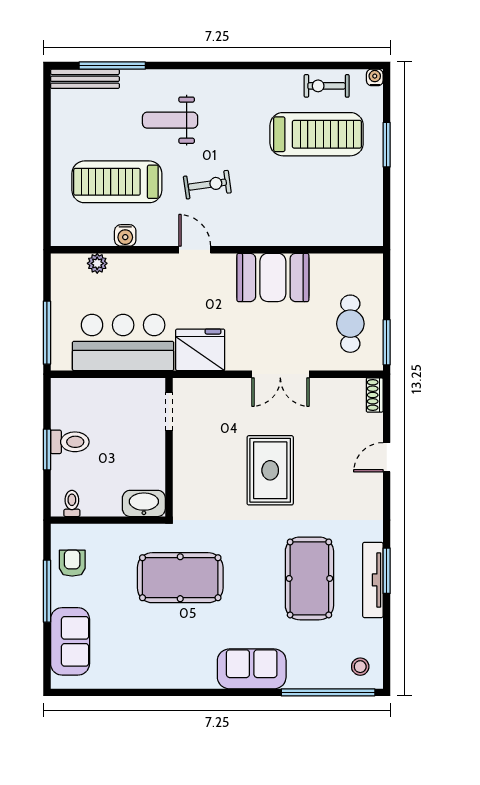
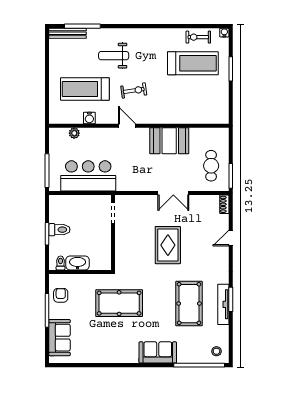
fridge: (200, 350) -> (130, 180), removed
washbasin: (144, 503) -> (78, 263), moved

